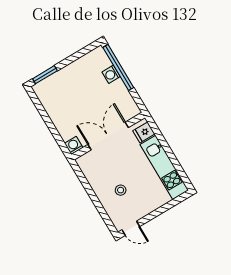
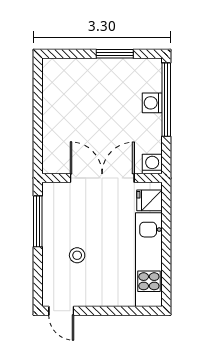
window: (45, 75) -> (115, 54), moved
washing machine: (74, 145) -> (152, 164), moved
window: (86, 184) -> (38, 221), added

